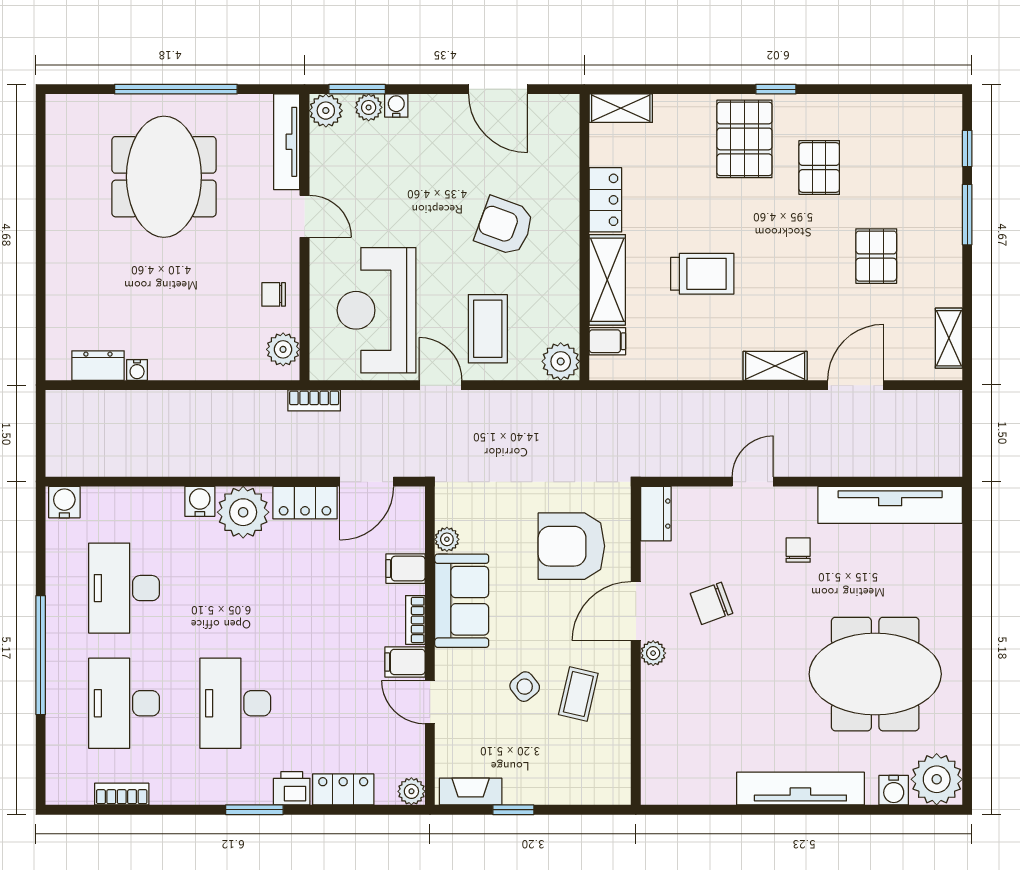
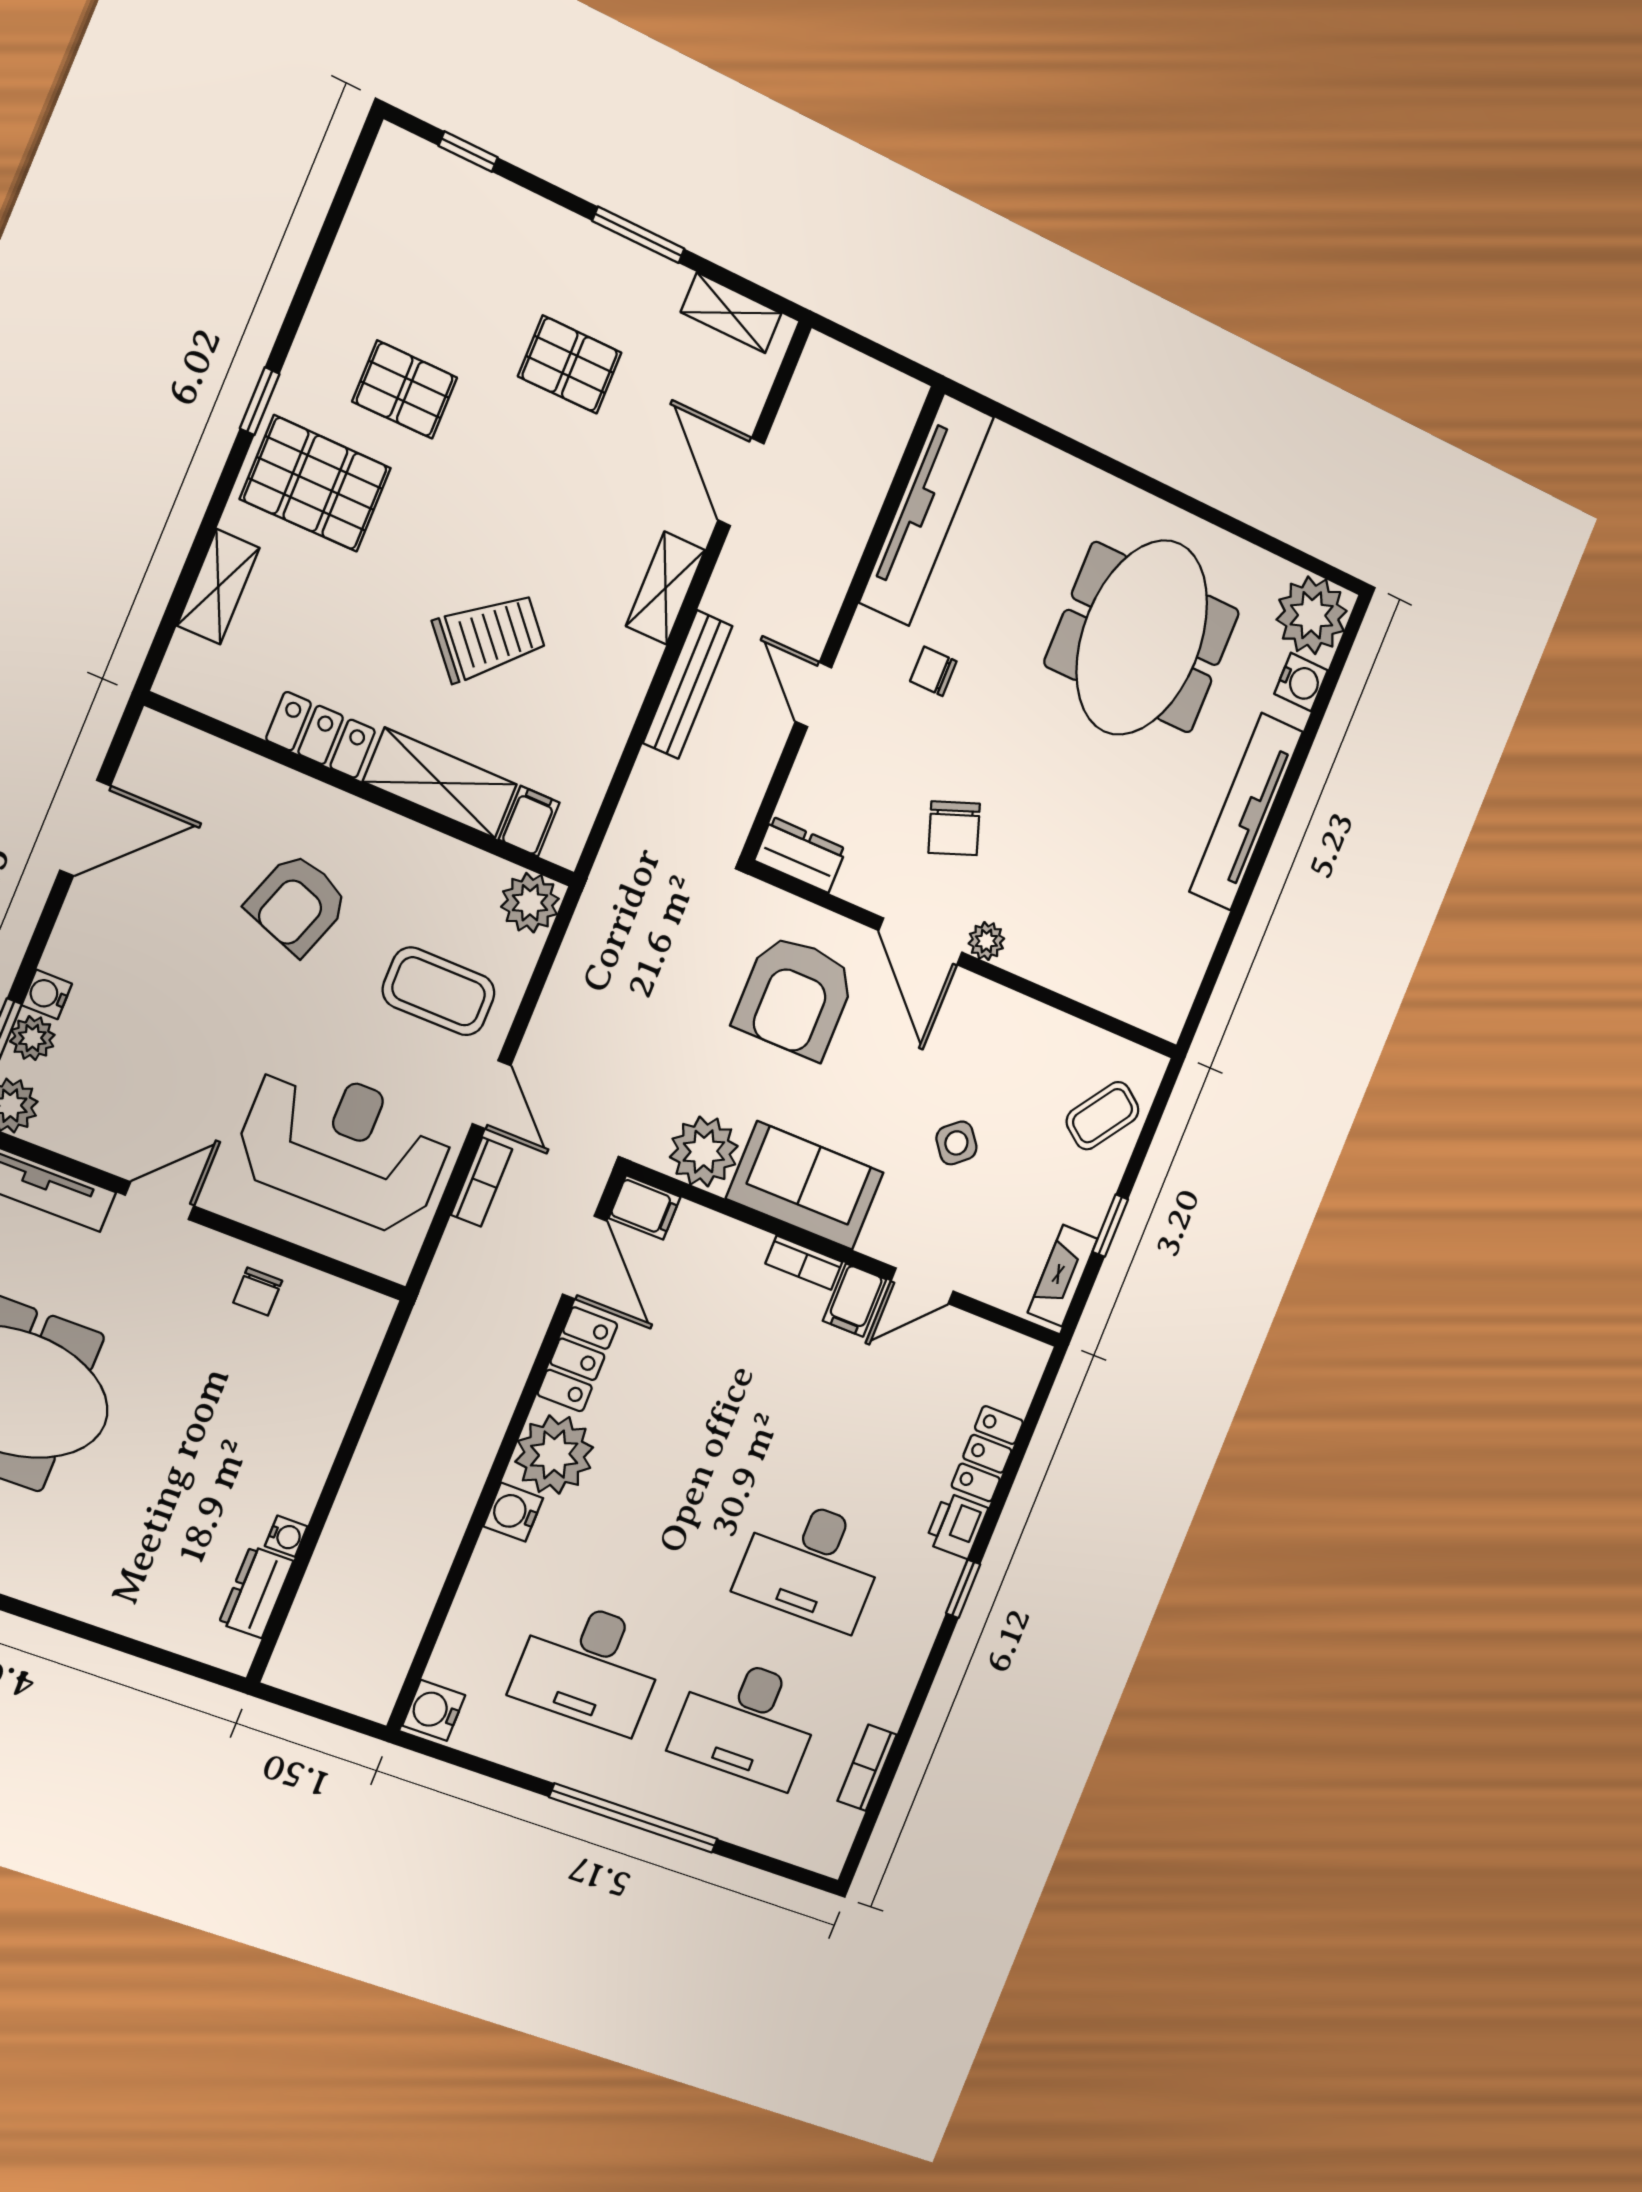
shelving: (621, 108) -> (218, 587), moved
window: (967, 215) -> (638, 235), moved
trolley: (702, 274) -> (489, 637), turned 49
reception desk: (377, 310) -> (344, 1146), turned 180
plant: (283, 349) -> (345, 1308), removed
door: (441, 385) -> (491, 1095), swing flipped
bookcase: (314, 400) -> (481, 1182), moved
bench: (726, 403) -> (688, 684), added
plant: (447, 539) -> (704, 1152), width x1.88, depth x1.88
filing cabinet: (405, 569) -> (645, 1207), moved, turned -90
coffee table: (578, 694) -> (1103, 1116), moved, turned -67
plant: (411, 791) -> (1029, 1359), removed
window: (254, 810) -> (963, 1589), width x0.67

